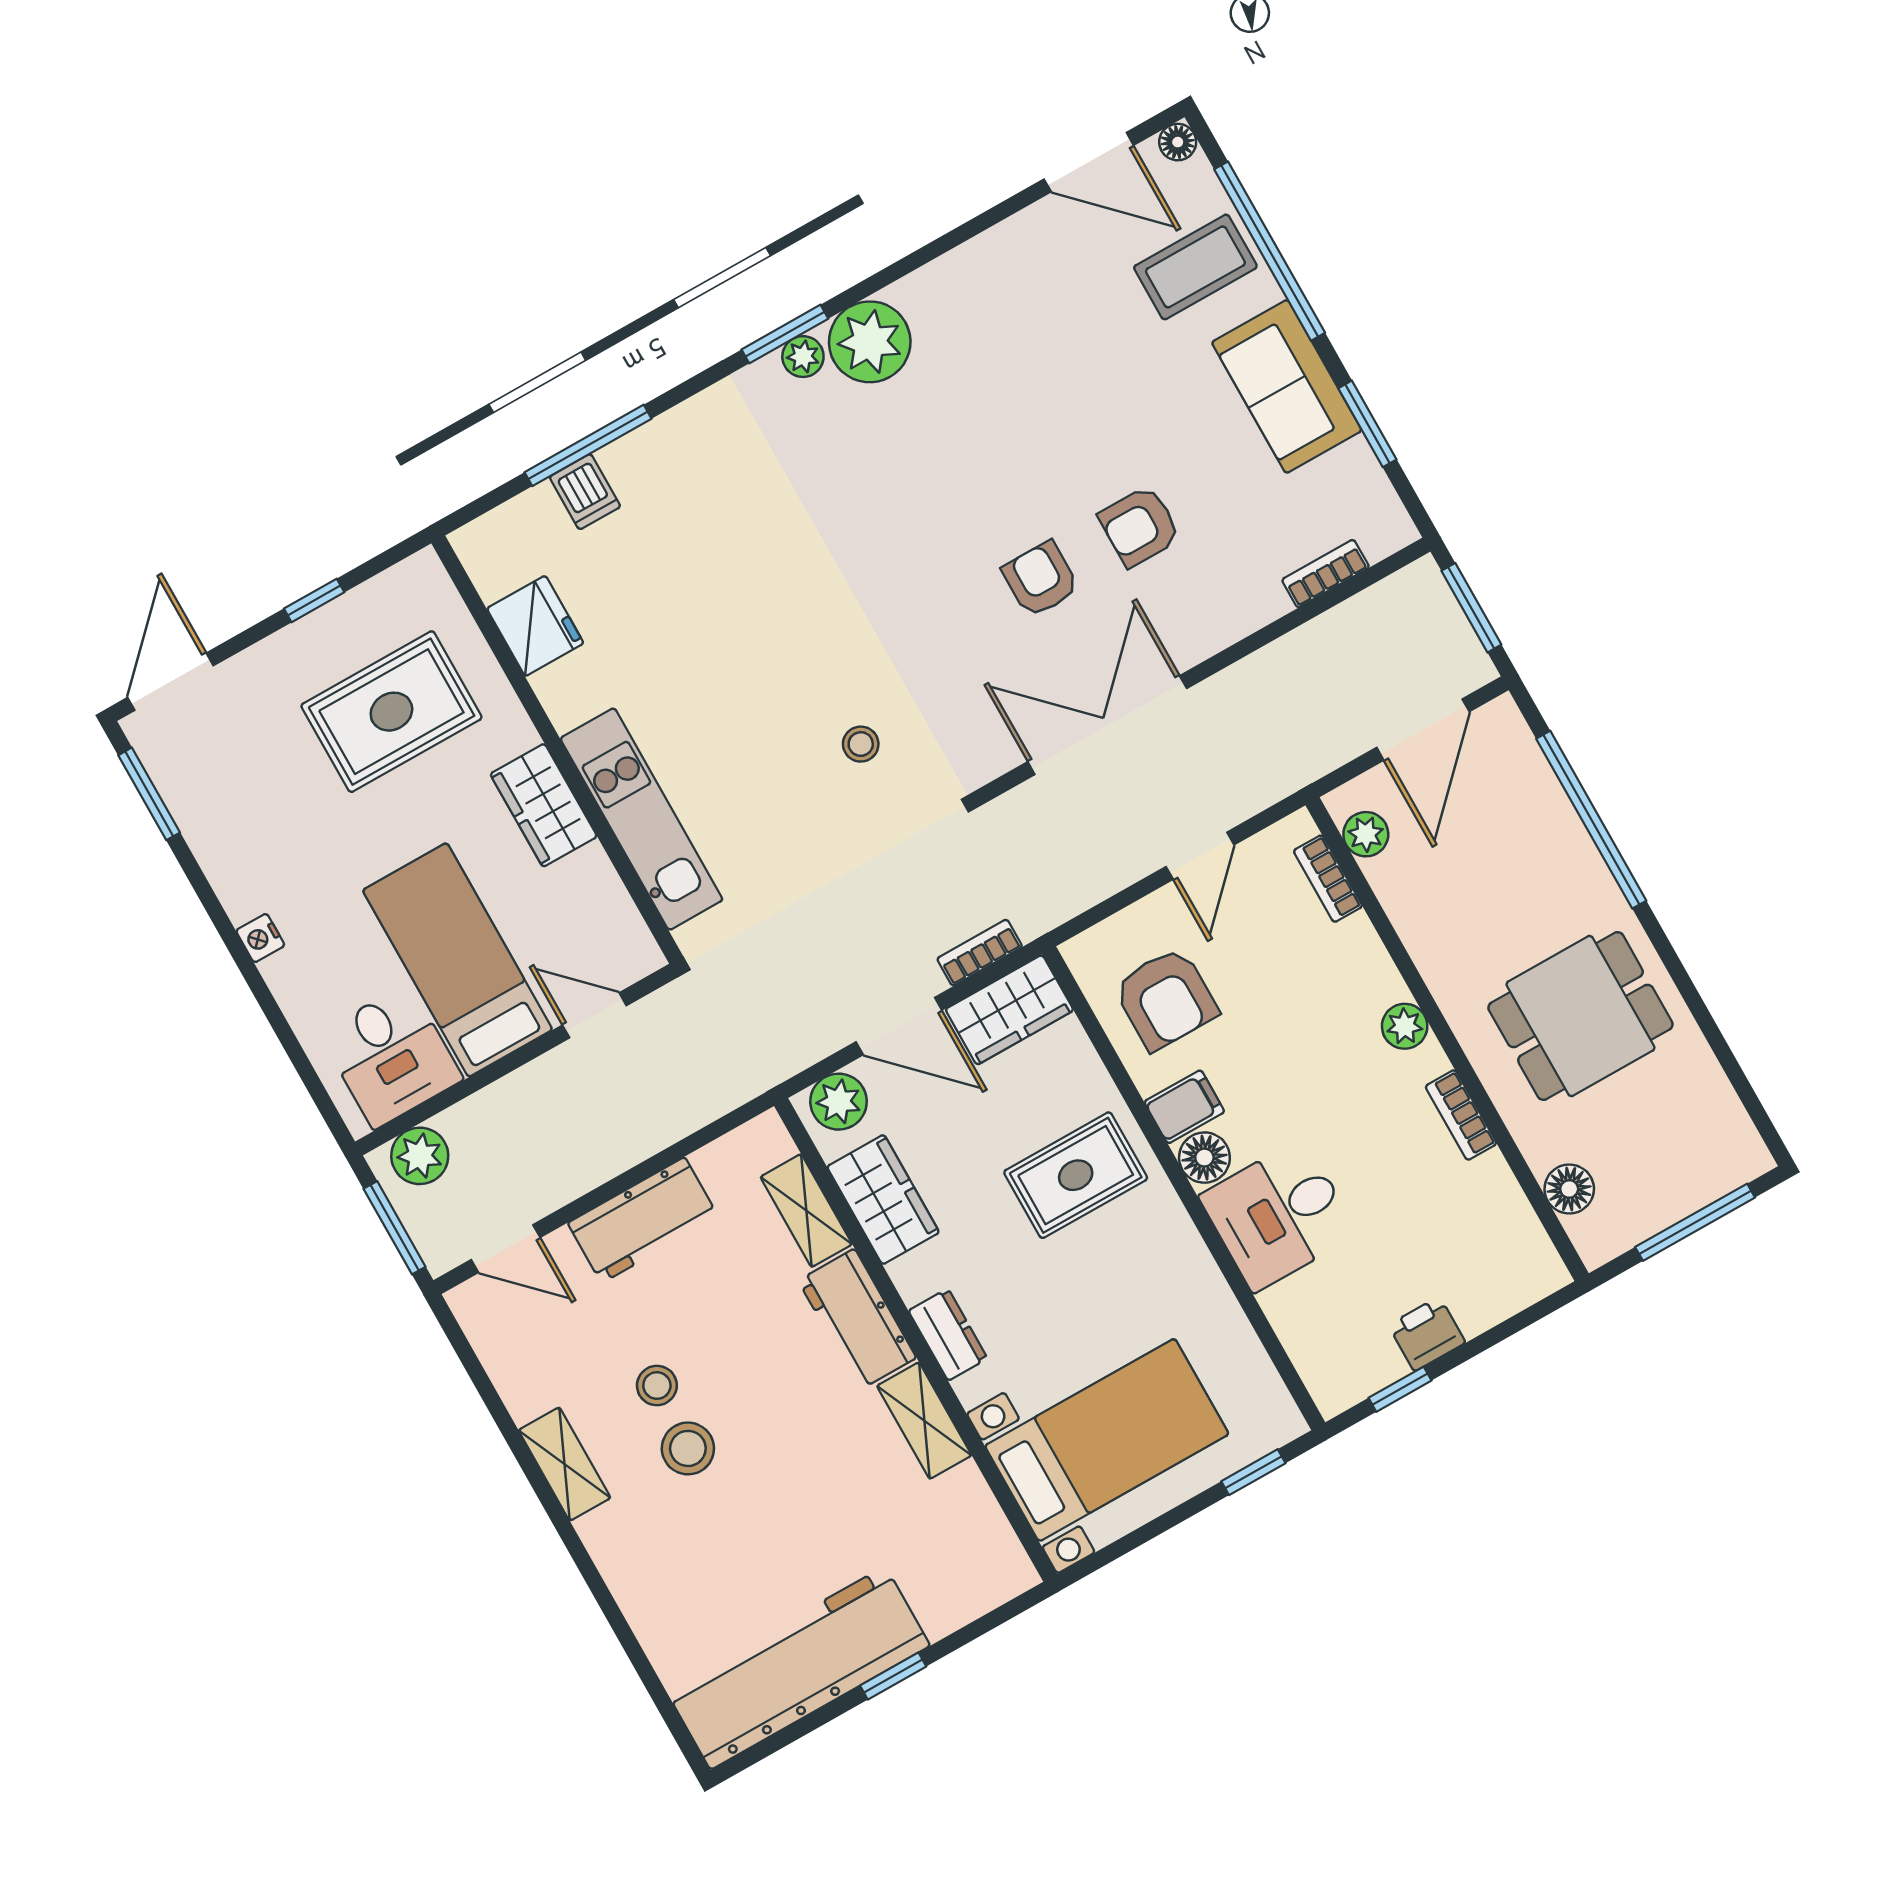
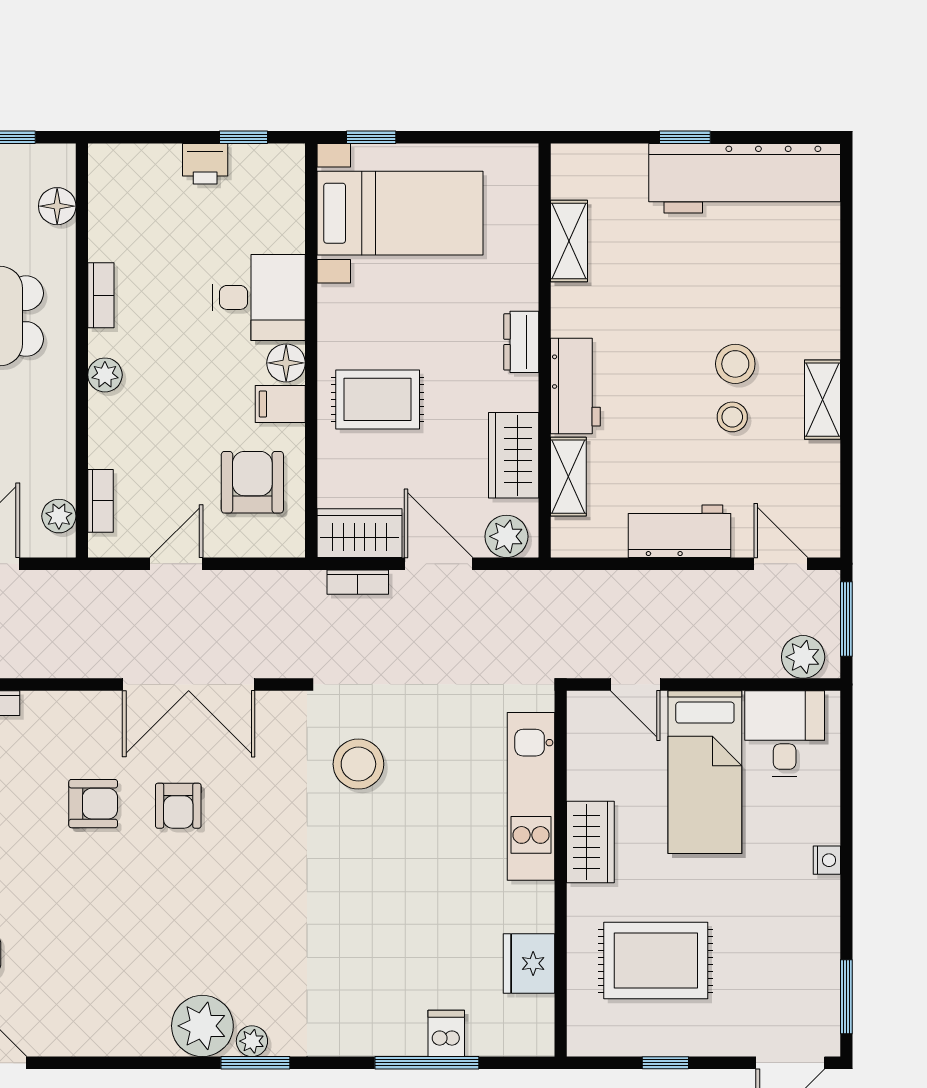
stool: (861, 744) -> (358, 764), width x1.89, depth x1.89
shelving: (924, 1421) -> (569, 241), moved
bed with nightstands: (1107, 1440) -> (400, 213), moved, turned 180

